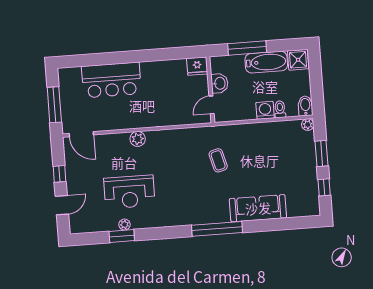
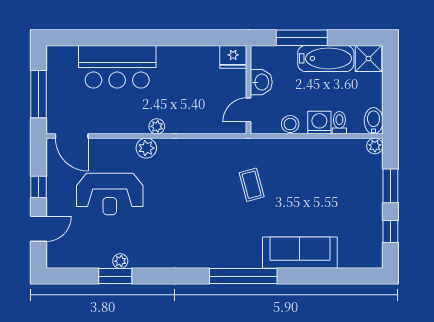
stool: (243, 113) -> (290, 124), added
plant: (144, 122) -> (157, 126), added
reception desk: (129, 192) -> (110, 194), moved

